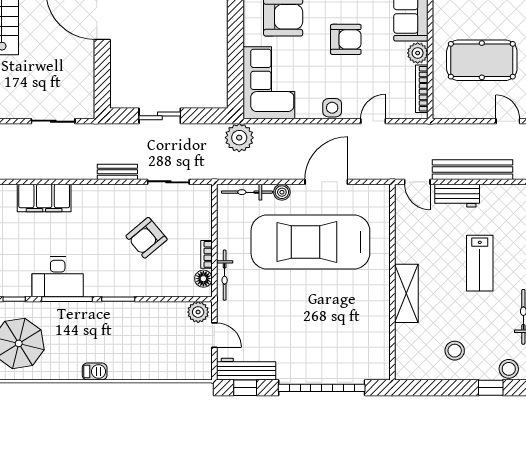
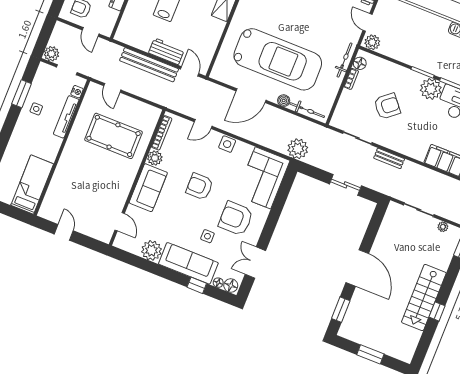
plant: (14, 112) -> (443, 227), added
plant: (99, 282) -> (431, 89), added

